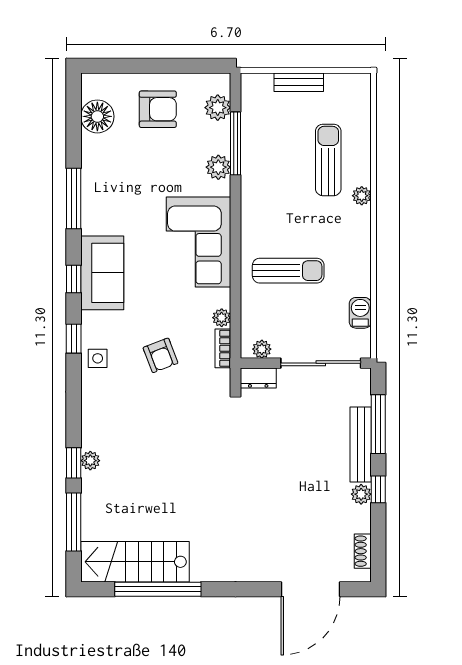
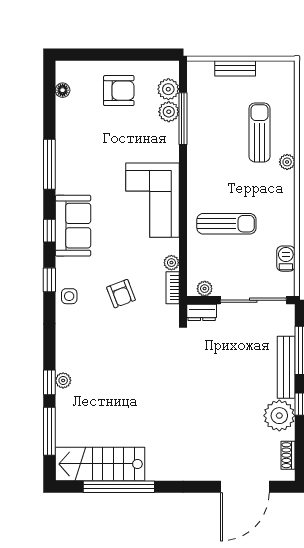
floor lamp: (97, 116) -> (63, 90), width x0.53, depth x0.53
plant: (218, 167) -> (169, 112), moved
plant: (361, 494) -> (279, 416), width x1.88, depth x1.88

